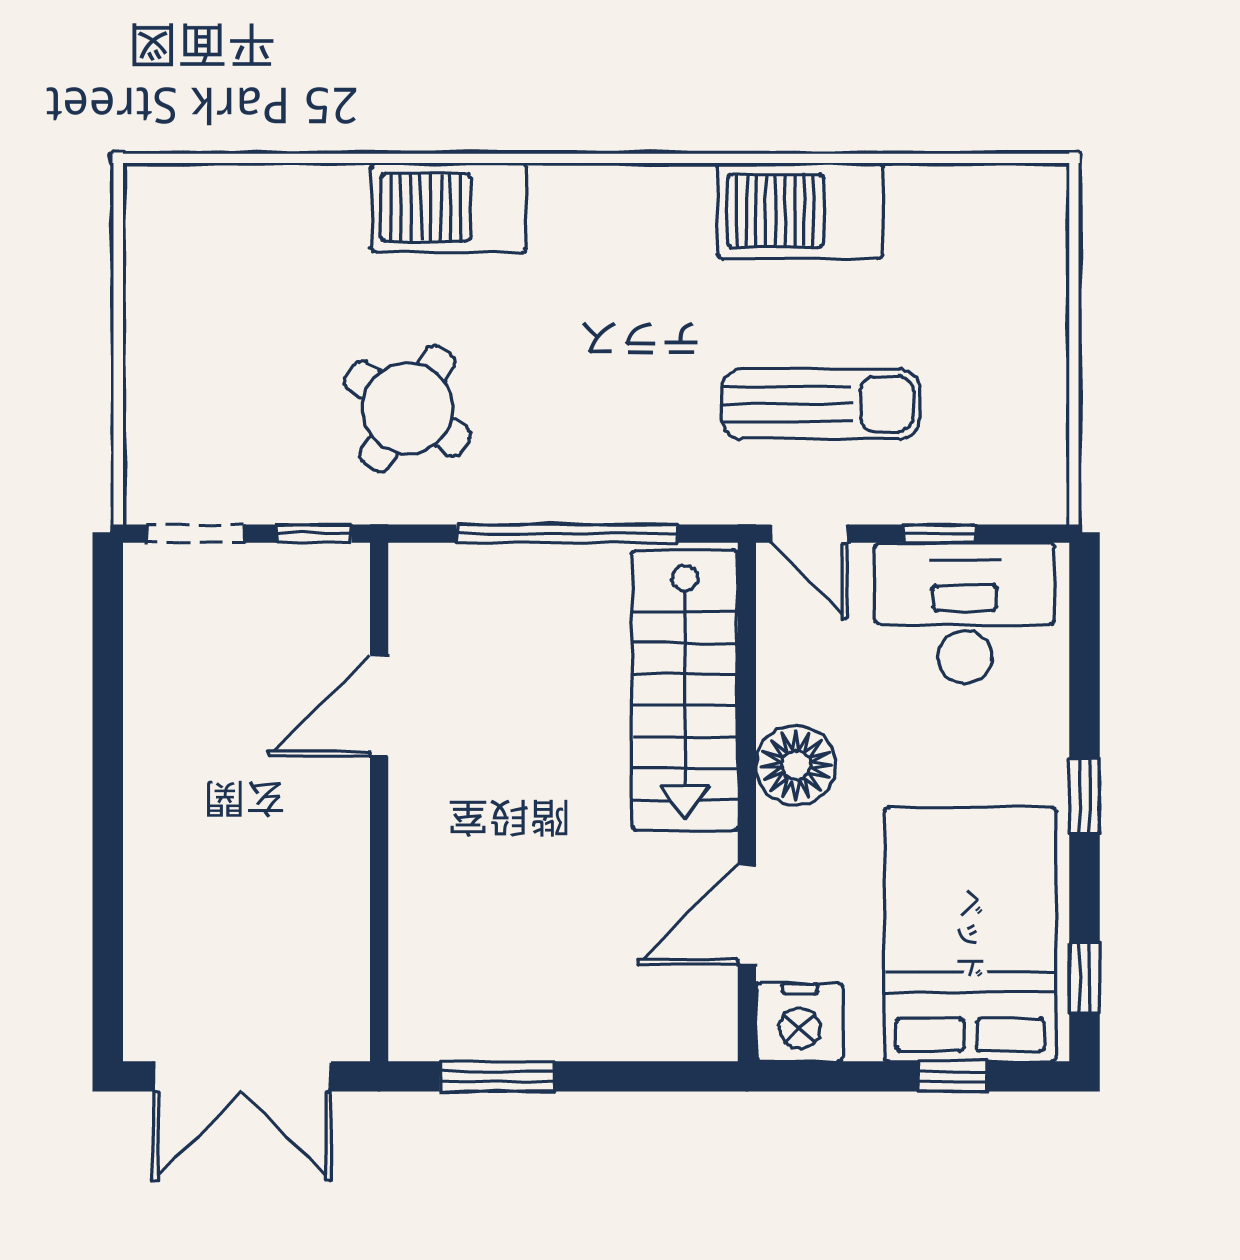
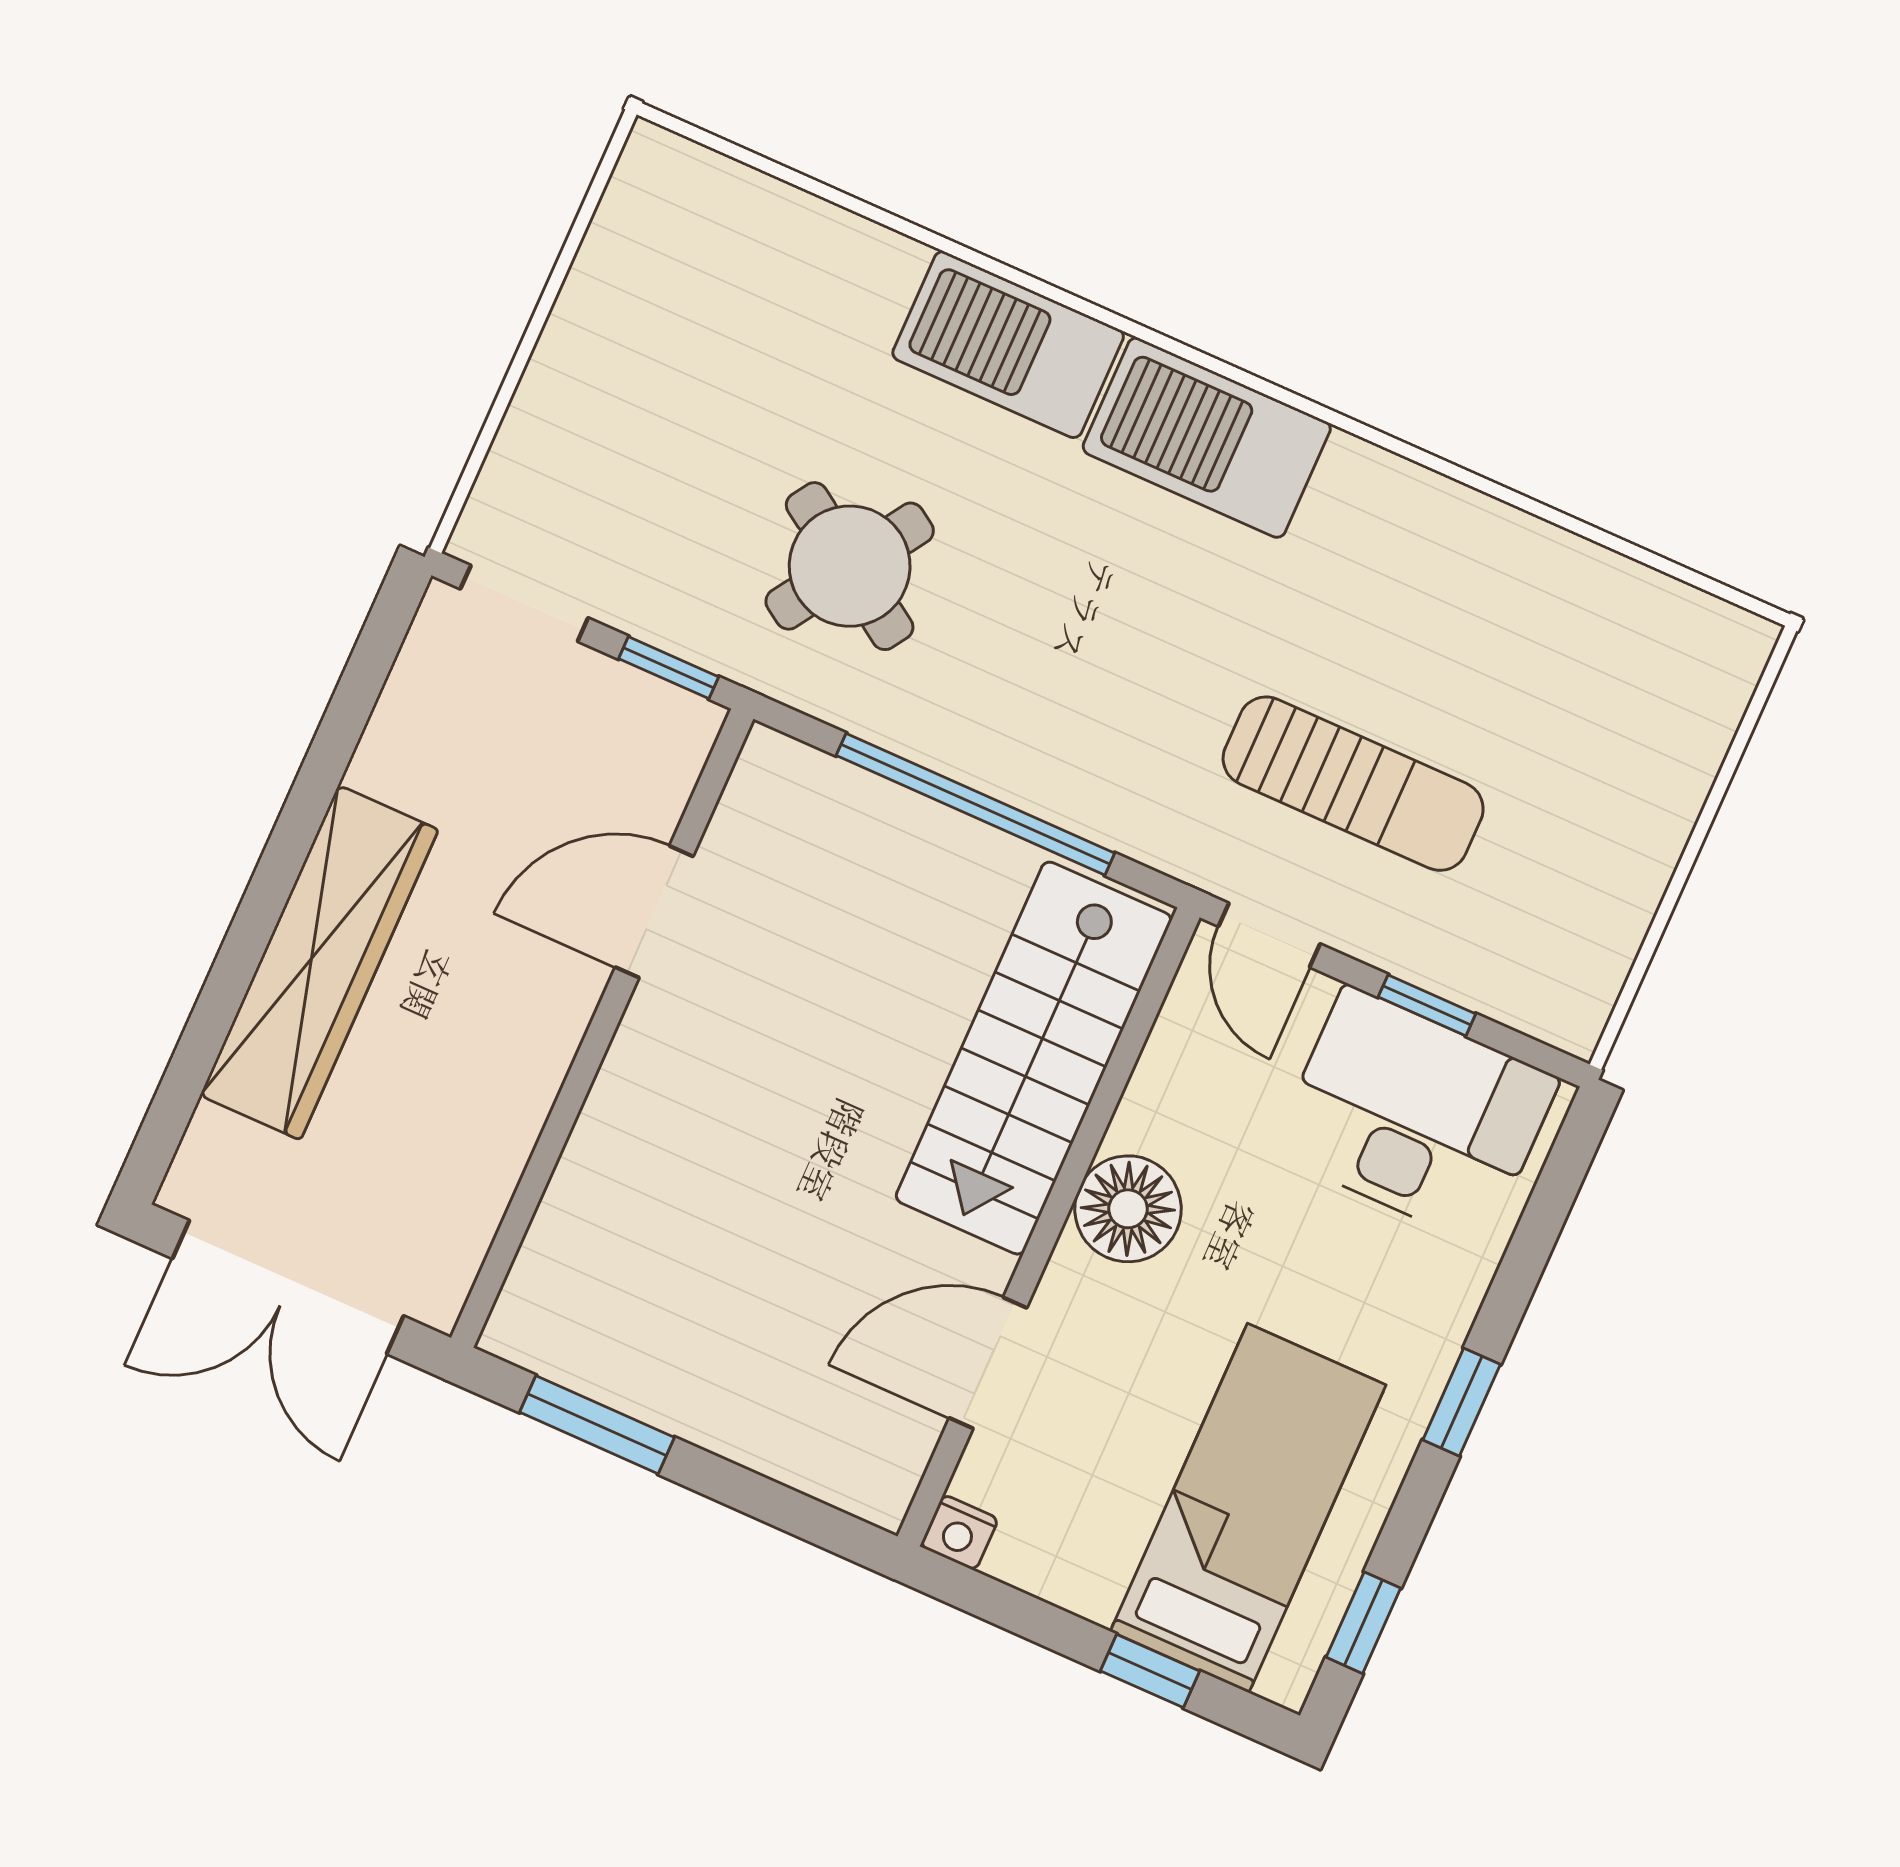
barbecue: (800, 211) -> (1207, 438), moved
wardrobe: (164, 844) -> (319, 963), added
bed: (970, 934) -> (1248, 1508), width x0.67
nightstand: (800, 1022) -> (959, 1532), width x0.53, depth x0.56

